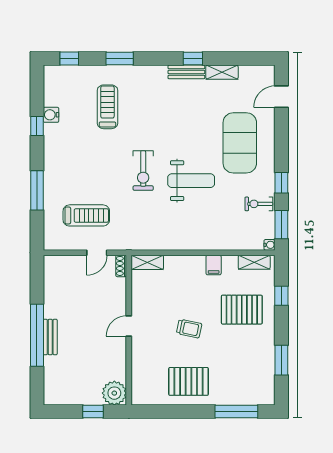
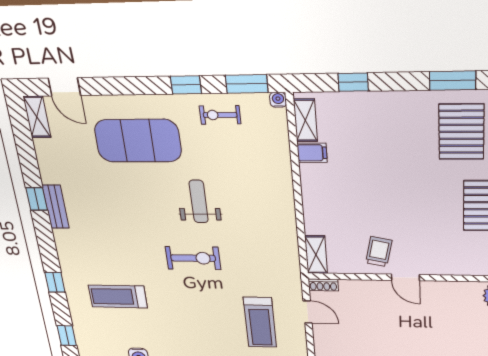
window: (120, 59) -> (55, 282), width x0.67
shelving: (222, 72) -> (37, 117), moved
weight bench: (191, 181) -> (199, 202), width x0.73, depth x0.75
exercise bike: (259, 204) -> (220, 115), turned 90
treadmill: (86, 215) -> (260, 322), turned 180
filing cabinet: (214, 265) -> (312, 153), moved
pallet: (242, 310) -> (461, 132), moved
trolley: (189, 329) -> (379, 252), moved

